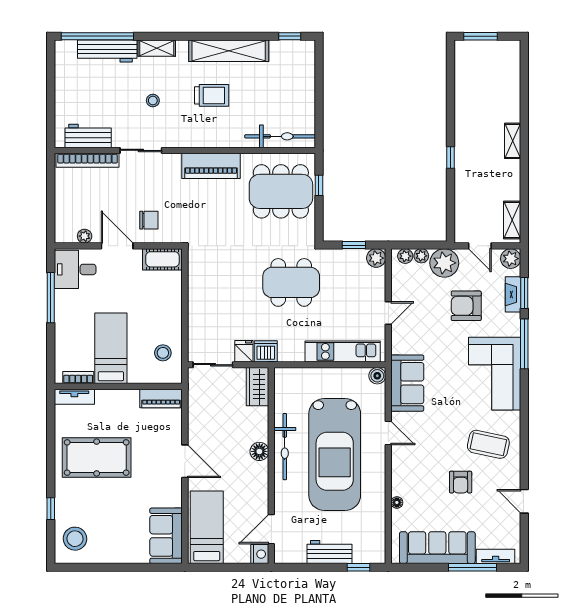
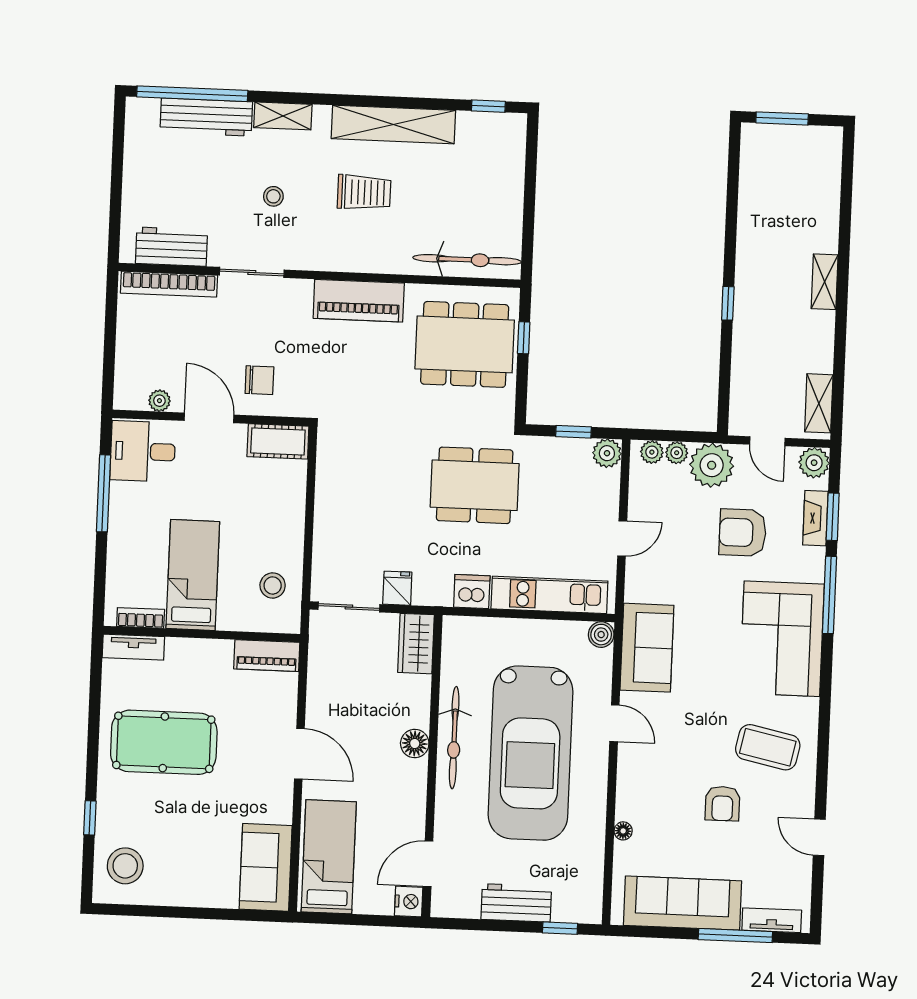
dishwasher: (266, 351) -> (472, 591), moved

